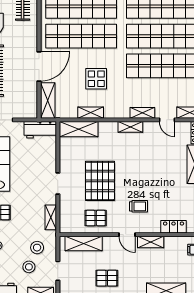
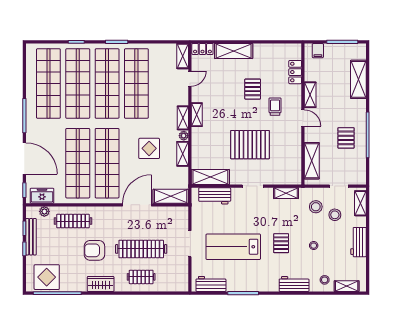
door: (39, 67) -> (137, 205), hinge flipped
shelving: (142, 113) -> (183, 118), moved
plant: (109, 114) -> (184, 136), added
shelving: (79, 129) -> (210, 177), moved, turned 90
workbench: (40, 130) -> (215, 196), moved, turned 90
pallet: (96, 218) -> (253, 89), moved
door: (127, 235) -> (303, 118), hinge flipped

